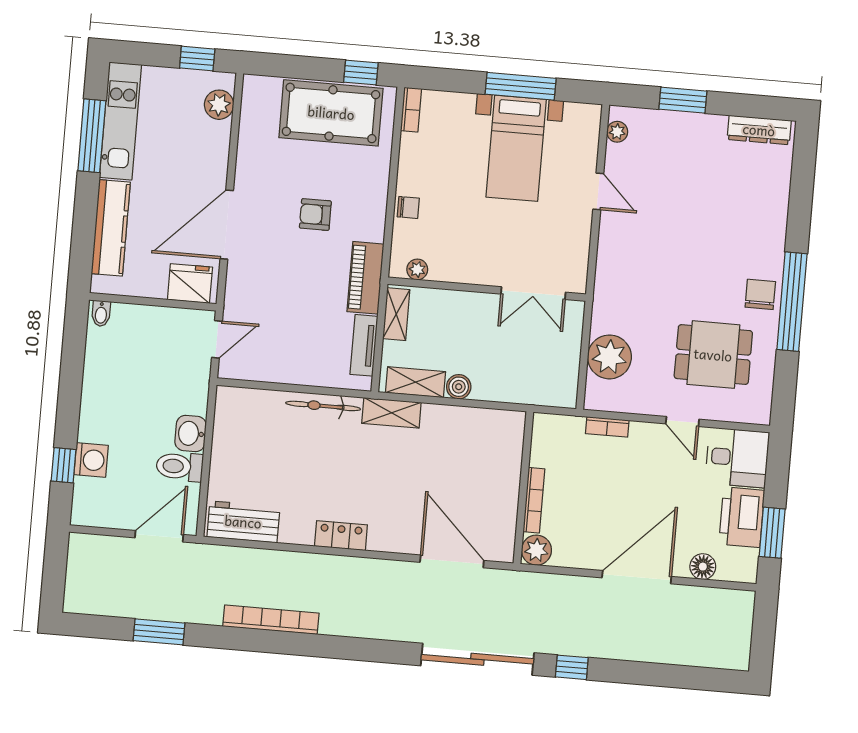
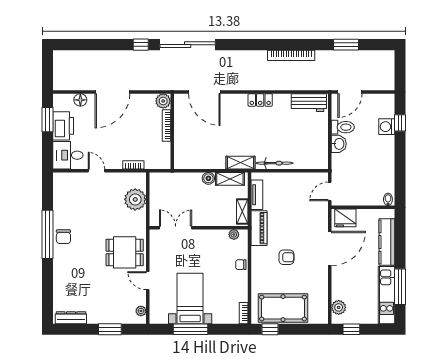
dining table: (713, 355) -> (125, 252), moved

